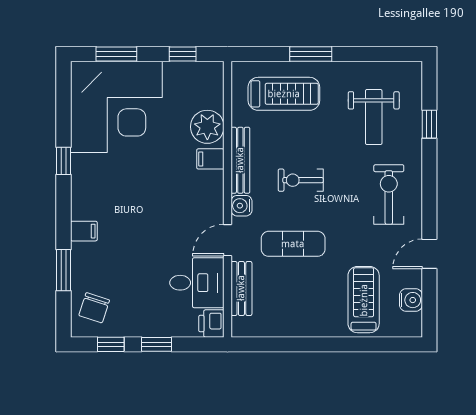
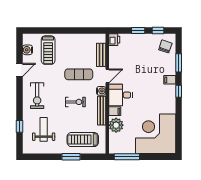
window: (116, 54) -> (156, 157), removed
window: (183, 54) -> (127, 157), width x2.17
window: (63, 161) -> (179, 91), moved
desk: (197, 283) -> (121, 95), moved

